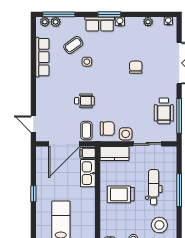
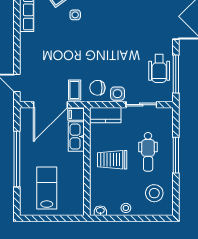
chair: (136, 67) -> (128, 21), removed
wheelchair: (84, 101) -> (72, 58), removed
chair: (107, 129) -> (97, 88), turned 180
dental chair: (154, 187) -> (148, 152), turned 180
window: (33, 194) -> (17, 159), width x3.17

